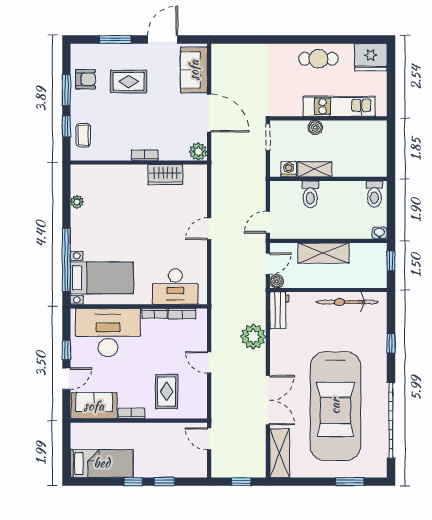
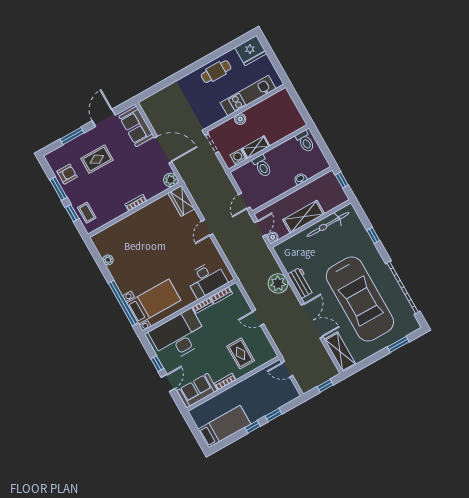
wardrobe: (165, 175) -> (181, 201), moved, turned 90
washbasin: (379, 233) -> (300, 179), moved
shelving: (323, 253) -> (304, 217), moved
workbench: (279, 310) -> (301, 283), moved

